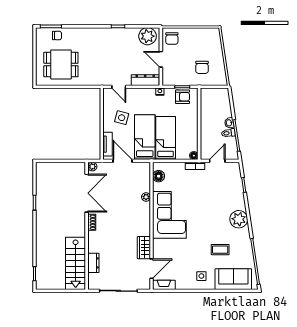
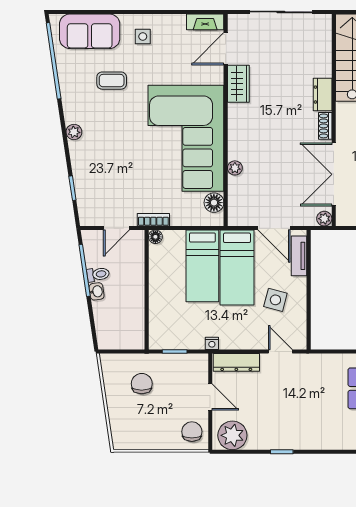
armchair: (183, 97) -> (174, 335), removed
corner sofa: (169, 215) -> (186, 138), width x1.36, depth x1.36
plant: (239, 219) -> (74, 132), width x0.53, depth x0.53
dresser: (93, 263) -> (323, 95), moved

